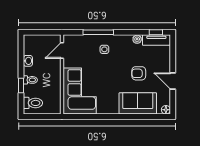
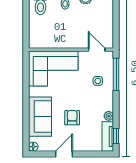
door: (62, 50) -> (97, 50), moved
wall: (62, 74) -> (71, 50), moved
corner sofa: (80, 91) -> (53, 69), moved

